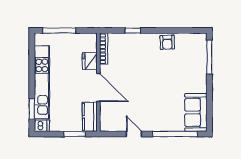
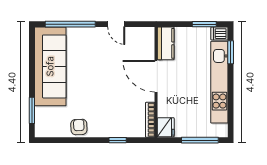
window: (209, 57) -> (32, 110), width x0.69
fridge: (90, 61) -> (166, 127), moved
sofa: (196, 113) -> (50, 66), width x1.85, depth x1.27
window: (75, 134) -> (204, 24), moved

